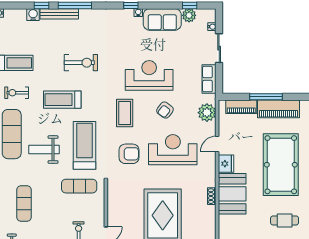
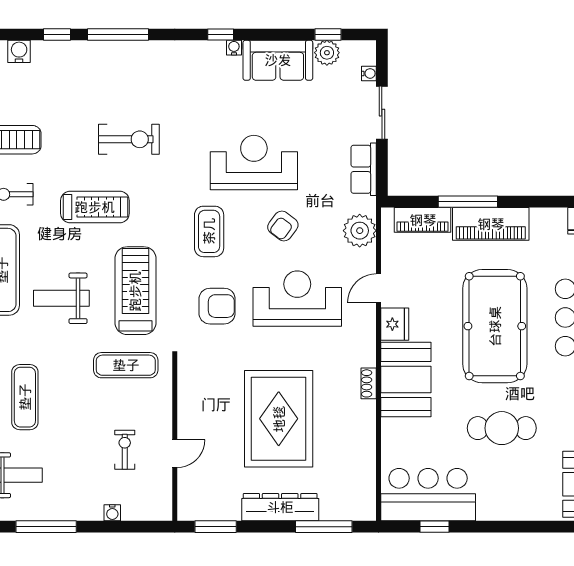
bench: (59, 14) -> (89, 50), removed
water cooler: (33, 15) -> (19, 51), moved
treadmill: (62, 100) -> (95, 207), turned 180
cafe table: (285, 220) -> (502, 428), width x1.37, depth x1.35

